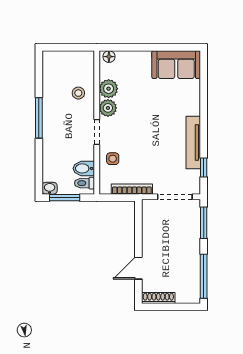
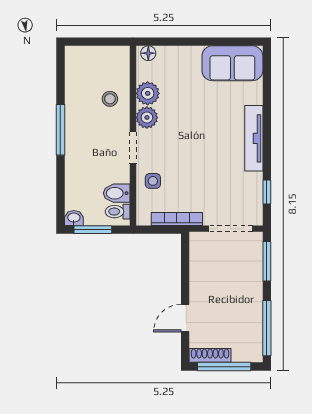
tv unit: (193, 142) -> (254, 138), moved
window: (170, 307) -> (224, 367), added

